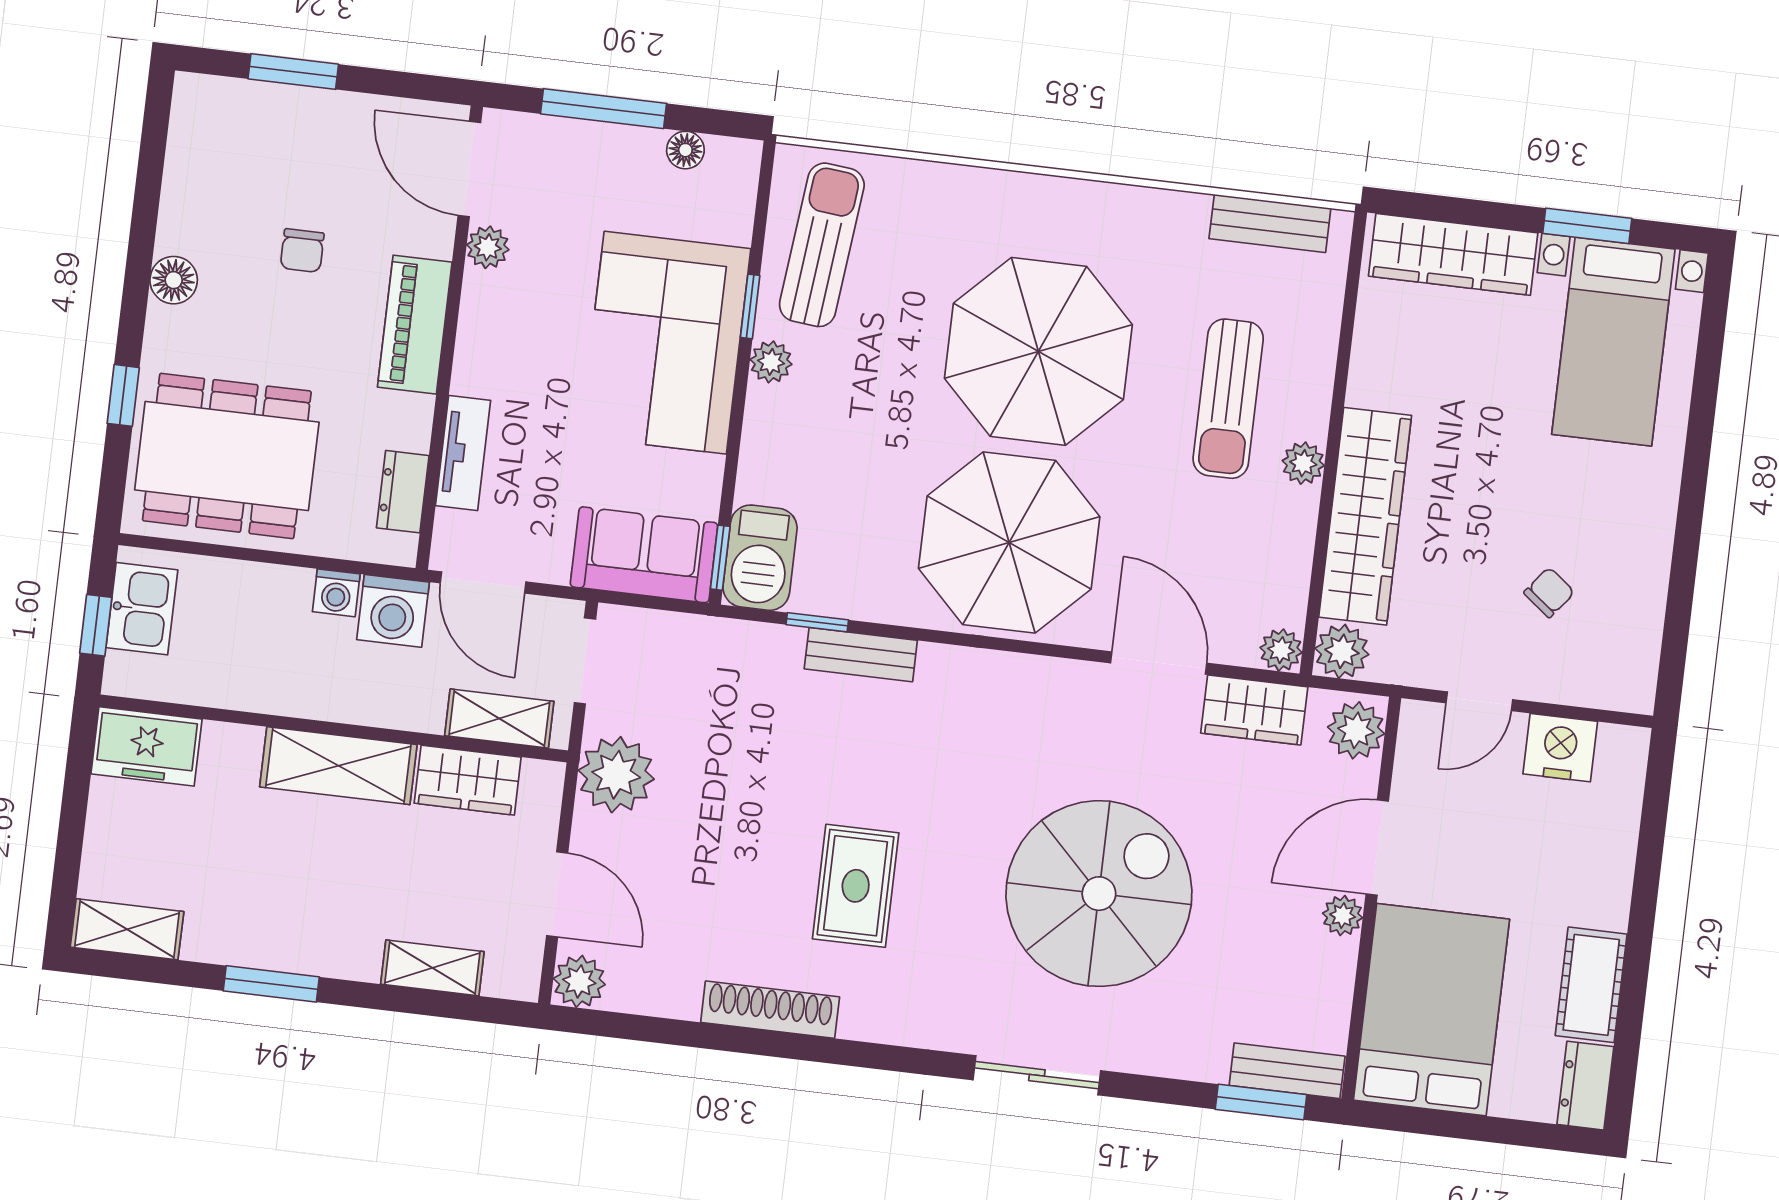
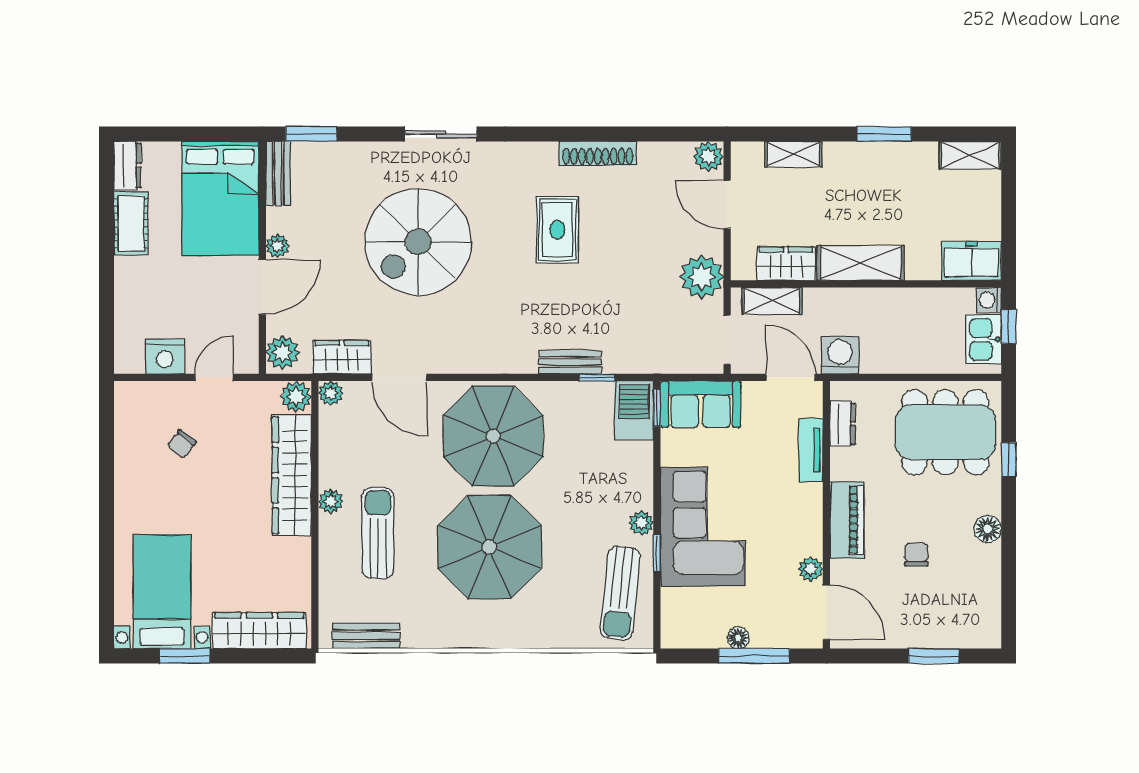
floor lamp: (685, 150) -> (738, 638), moved
washing machine: (336, 593) -> (989, 300), moved, turned -90
bench: (1287, 1071) -> (278, 173), moved, turned 90

